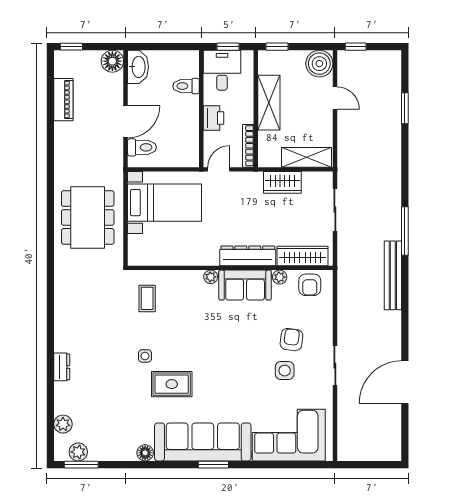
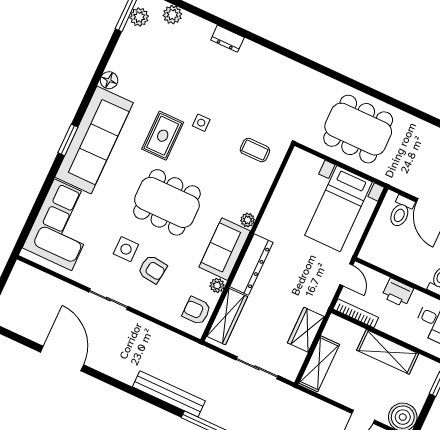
dining table: (228, 354) -> (167, 202), added

